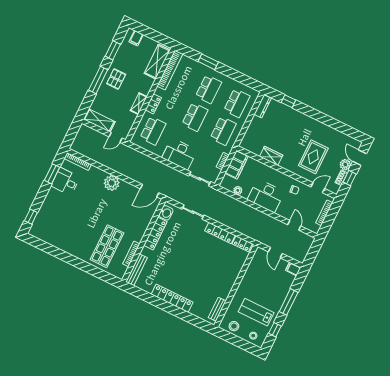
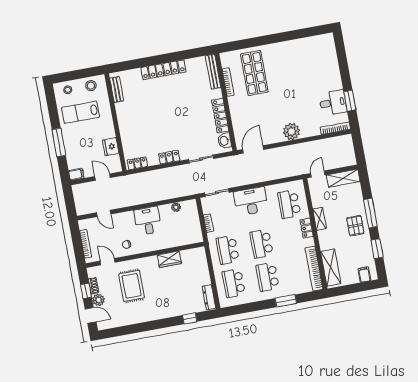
filing cabinet: (237, 165) -> (194, 229), removed
door: (318, 188) -> (108, 262), swing flipped
desk: (266, 196) -> (148, 221), width x0.73
window: (31, 217) -> (340, 49), removed
locker: (220, 233) -> (169, 157), width x0.66
fridge: (253, 271) -> (111, 147), added
lab bench: (256, 312) -> (81, 112), turned 180
window: (275, 330) -> (53, 109), removed

